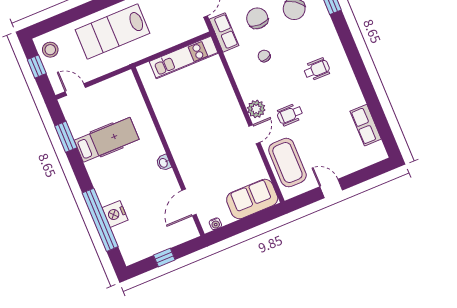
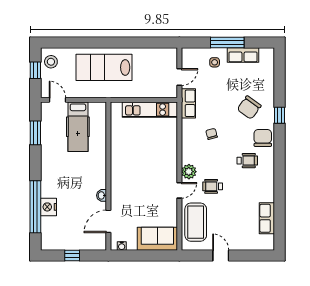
chair: (257, 18) -> (263, 138), moved
hospital bed: (107, 140) -> (78, 127), moved, turned 90
washbasin: (164, 163) -> (102, 195), moved

